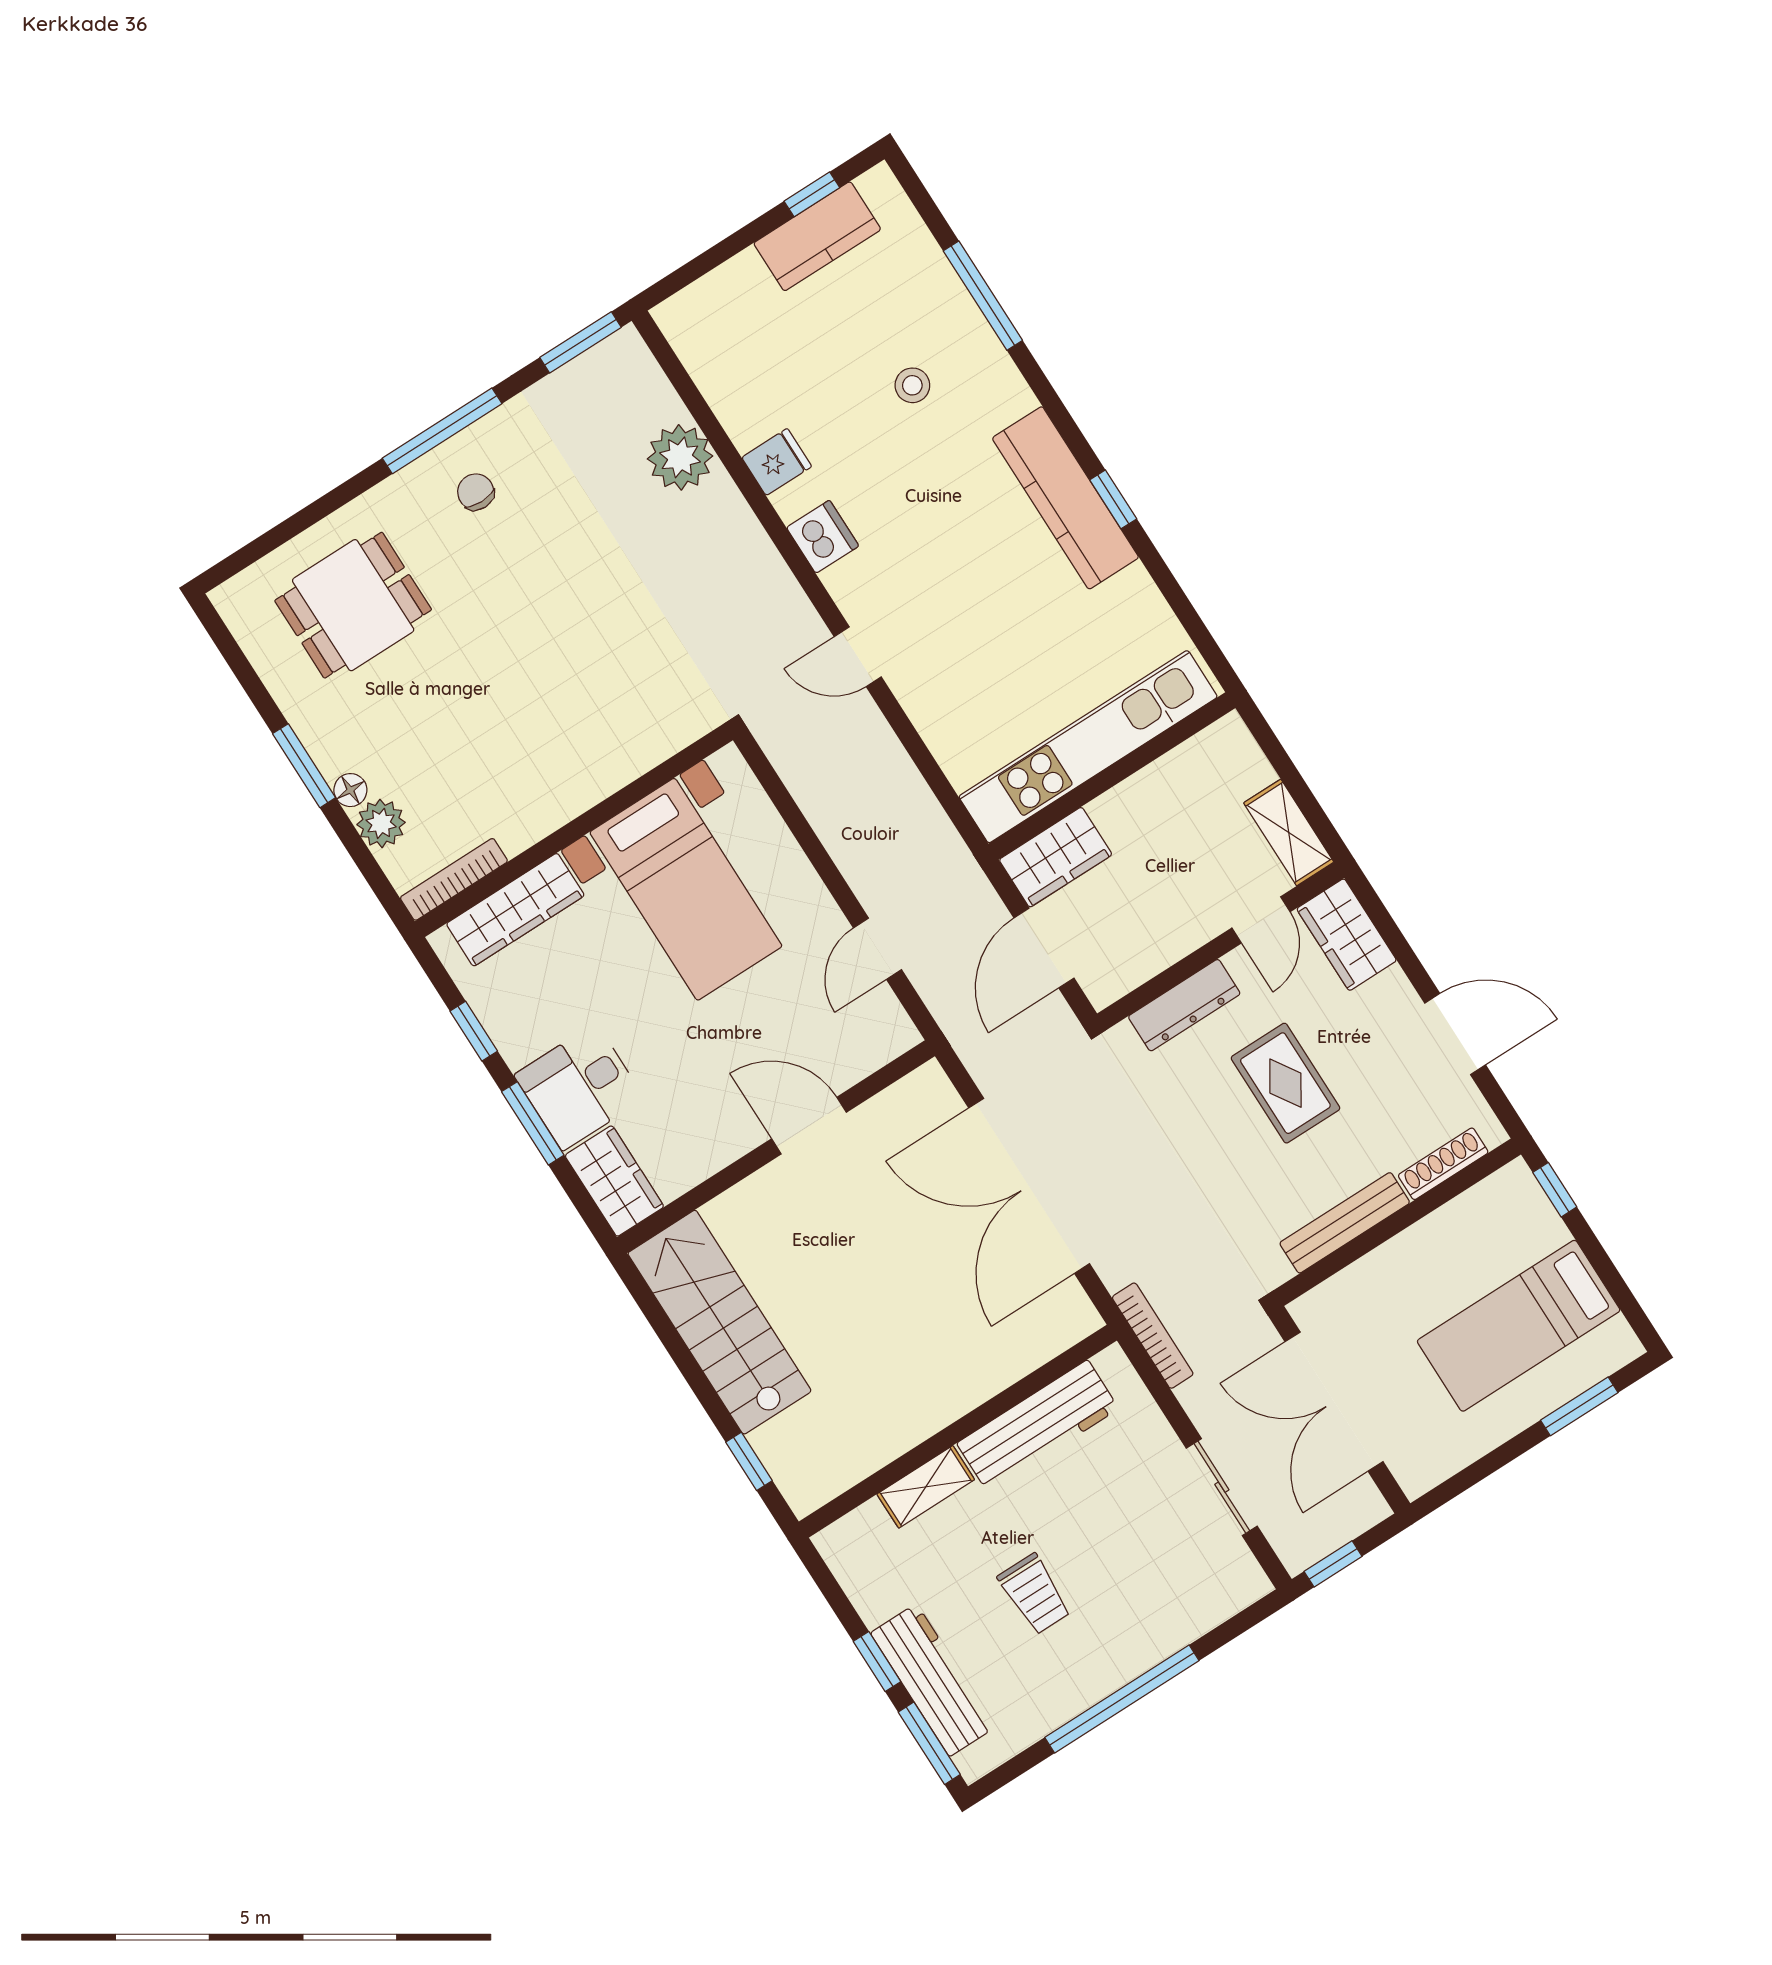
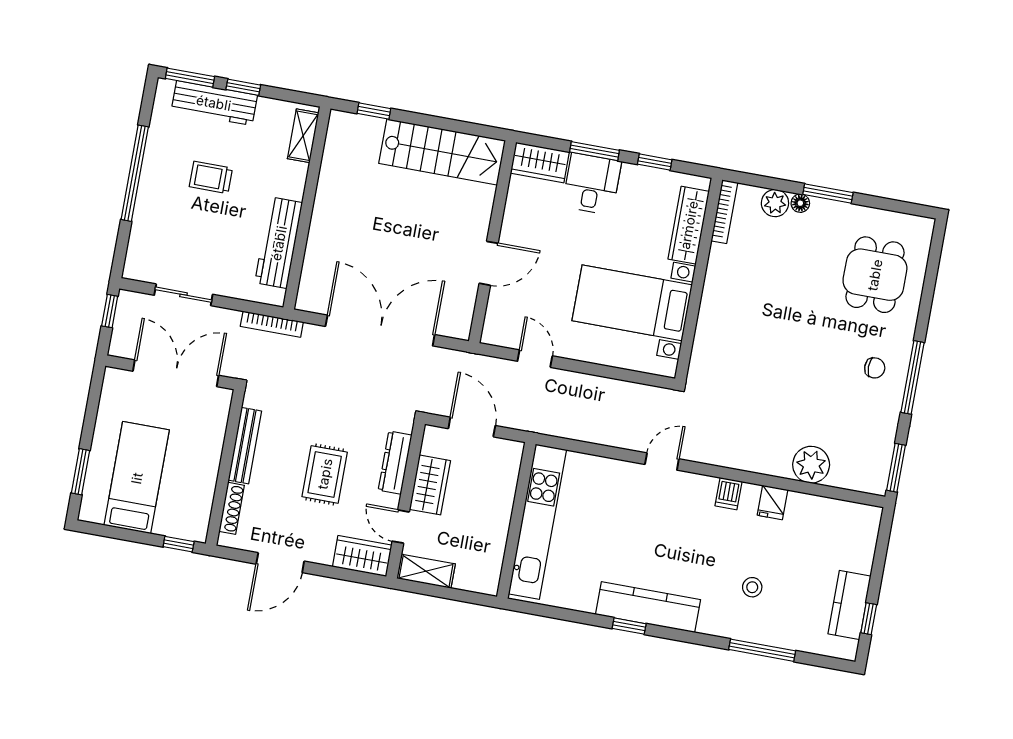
dishwasher: (823, 537) -> (729, 494), width x0.73
wardrobe: (1056, 857) -> (430, 485), moved, turned 180
rug: (1285, 1083) -> (325, 474), turned 90
shelving: (926, 1487) -> (303, 136), moved

